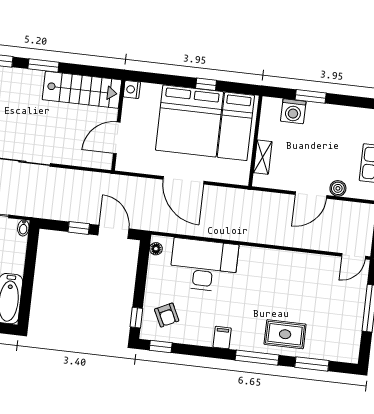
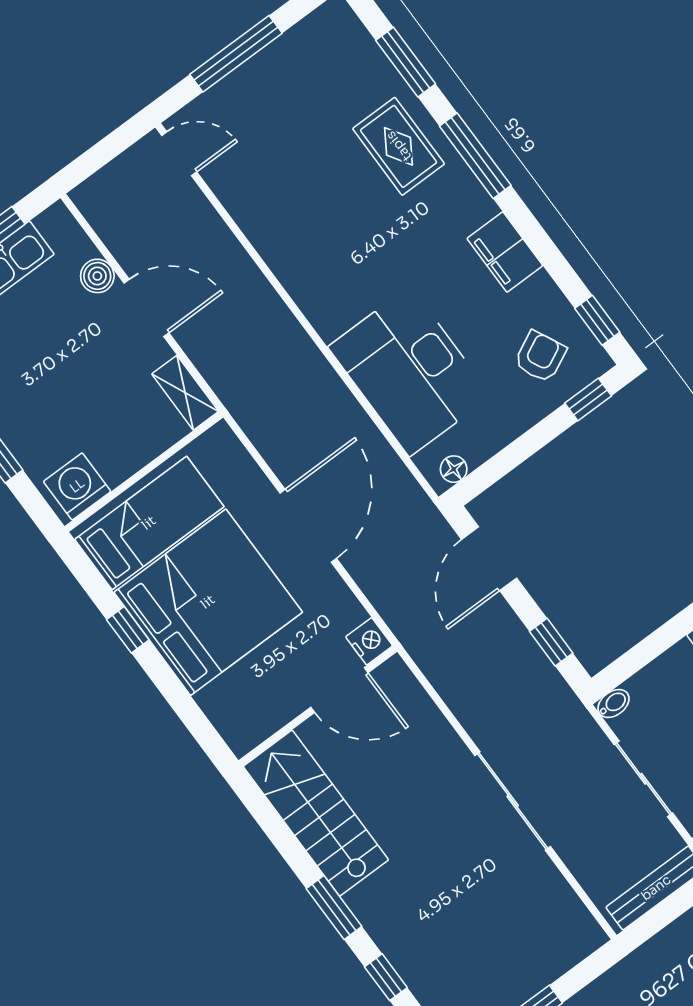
nightstand: (132, 89) -> (369, 641), moved, turned -90
washing machine: (293, 111) -> (77, 486), moved, turned -90
shelving: (263, 157) -> (185, 393), moved, turned 90
window: (79, 228) -> (551, 642), moved
filing cabinet: (222, 338) -> (505, 252), width x2.00

